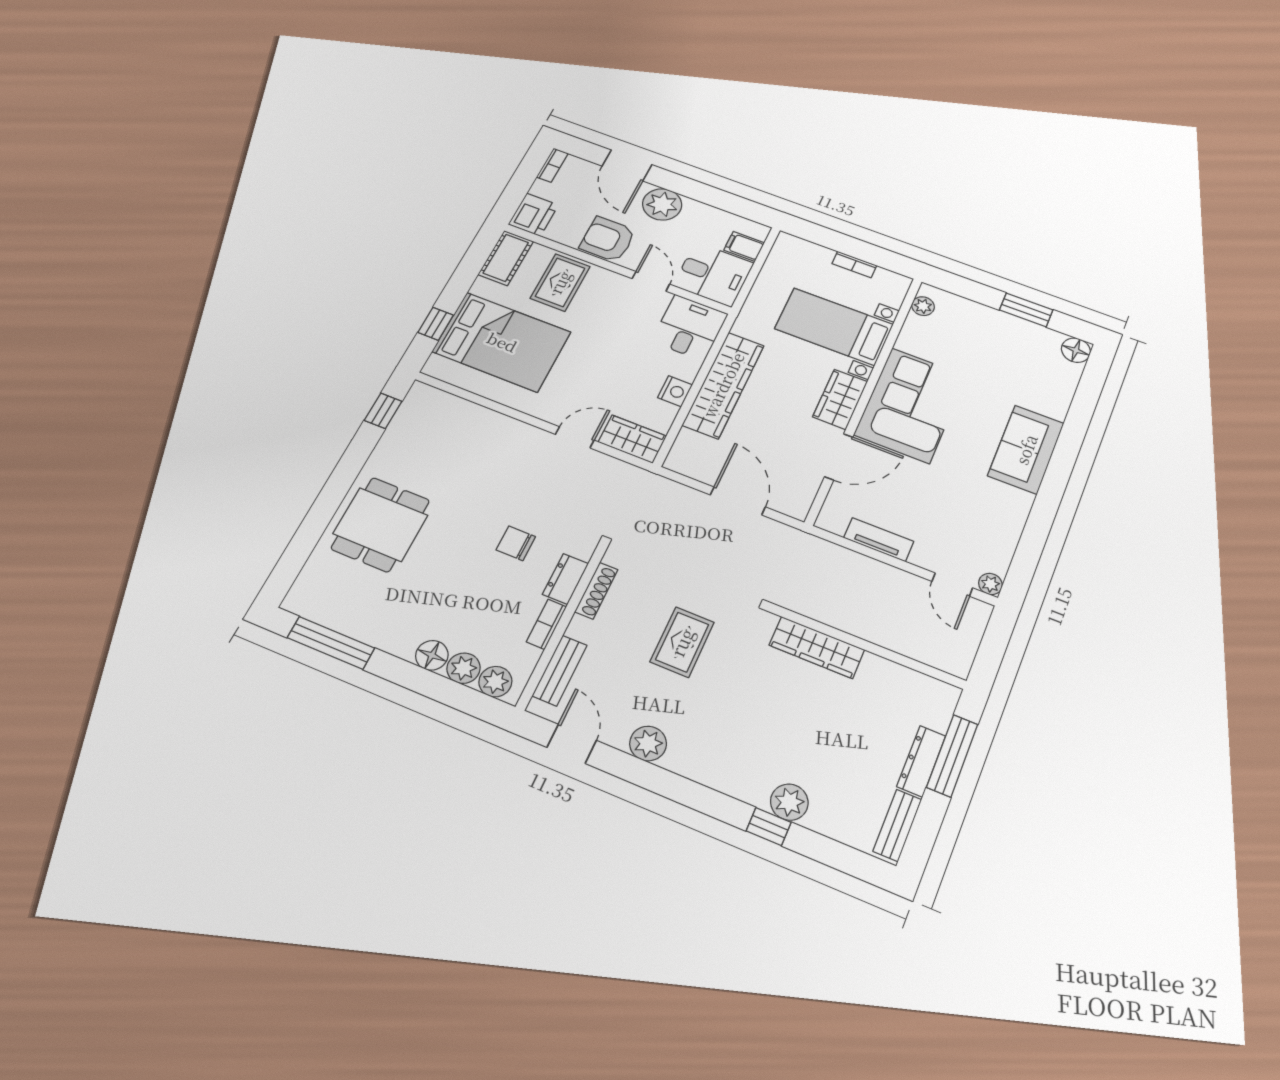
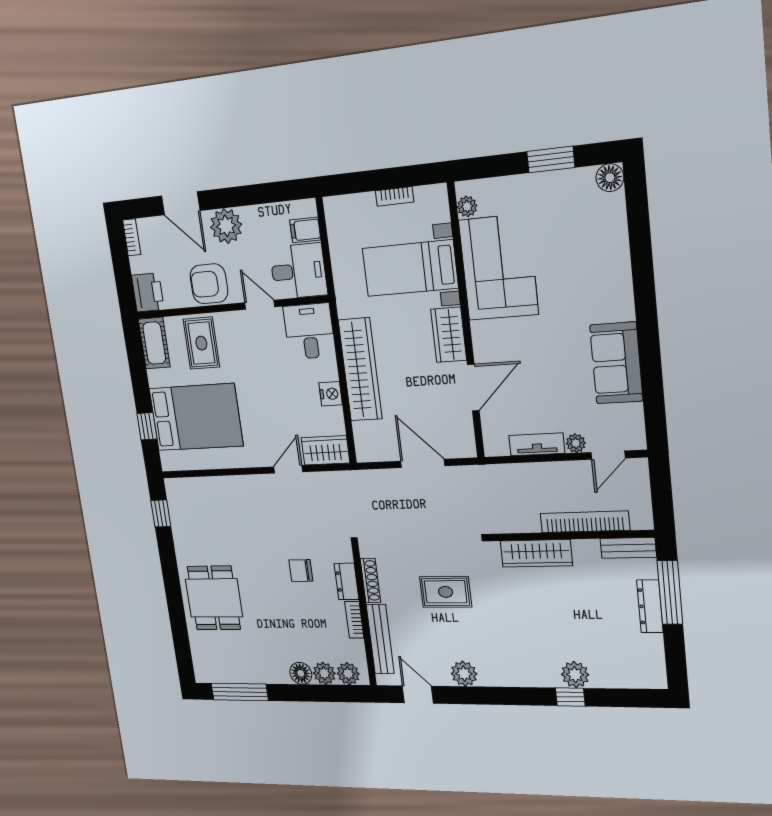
corner sofa: (910, 405) -> (498, 267), moved
sofa: (1026, 449) -> (616, 363), moved
plant: (990, 584) -> (576, 443), moved
door: (952, 585) -> (608, 455), hinge flipped
bookcase: (891, 639) -> (585, 522), added
rug: (682, 642) -> (446, 592), turned 90
bench: (560, 670) -> (380, 639), width x1.36
bench: (897, 825) -> (628, 548), moved, turned 90

